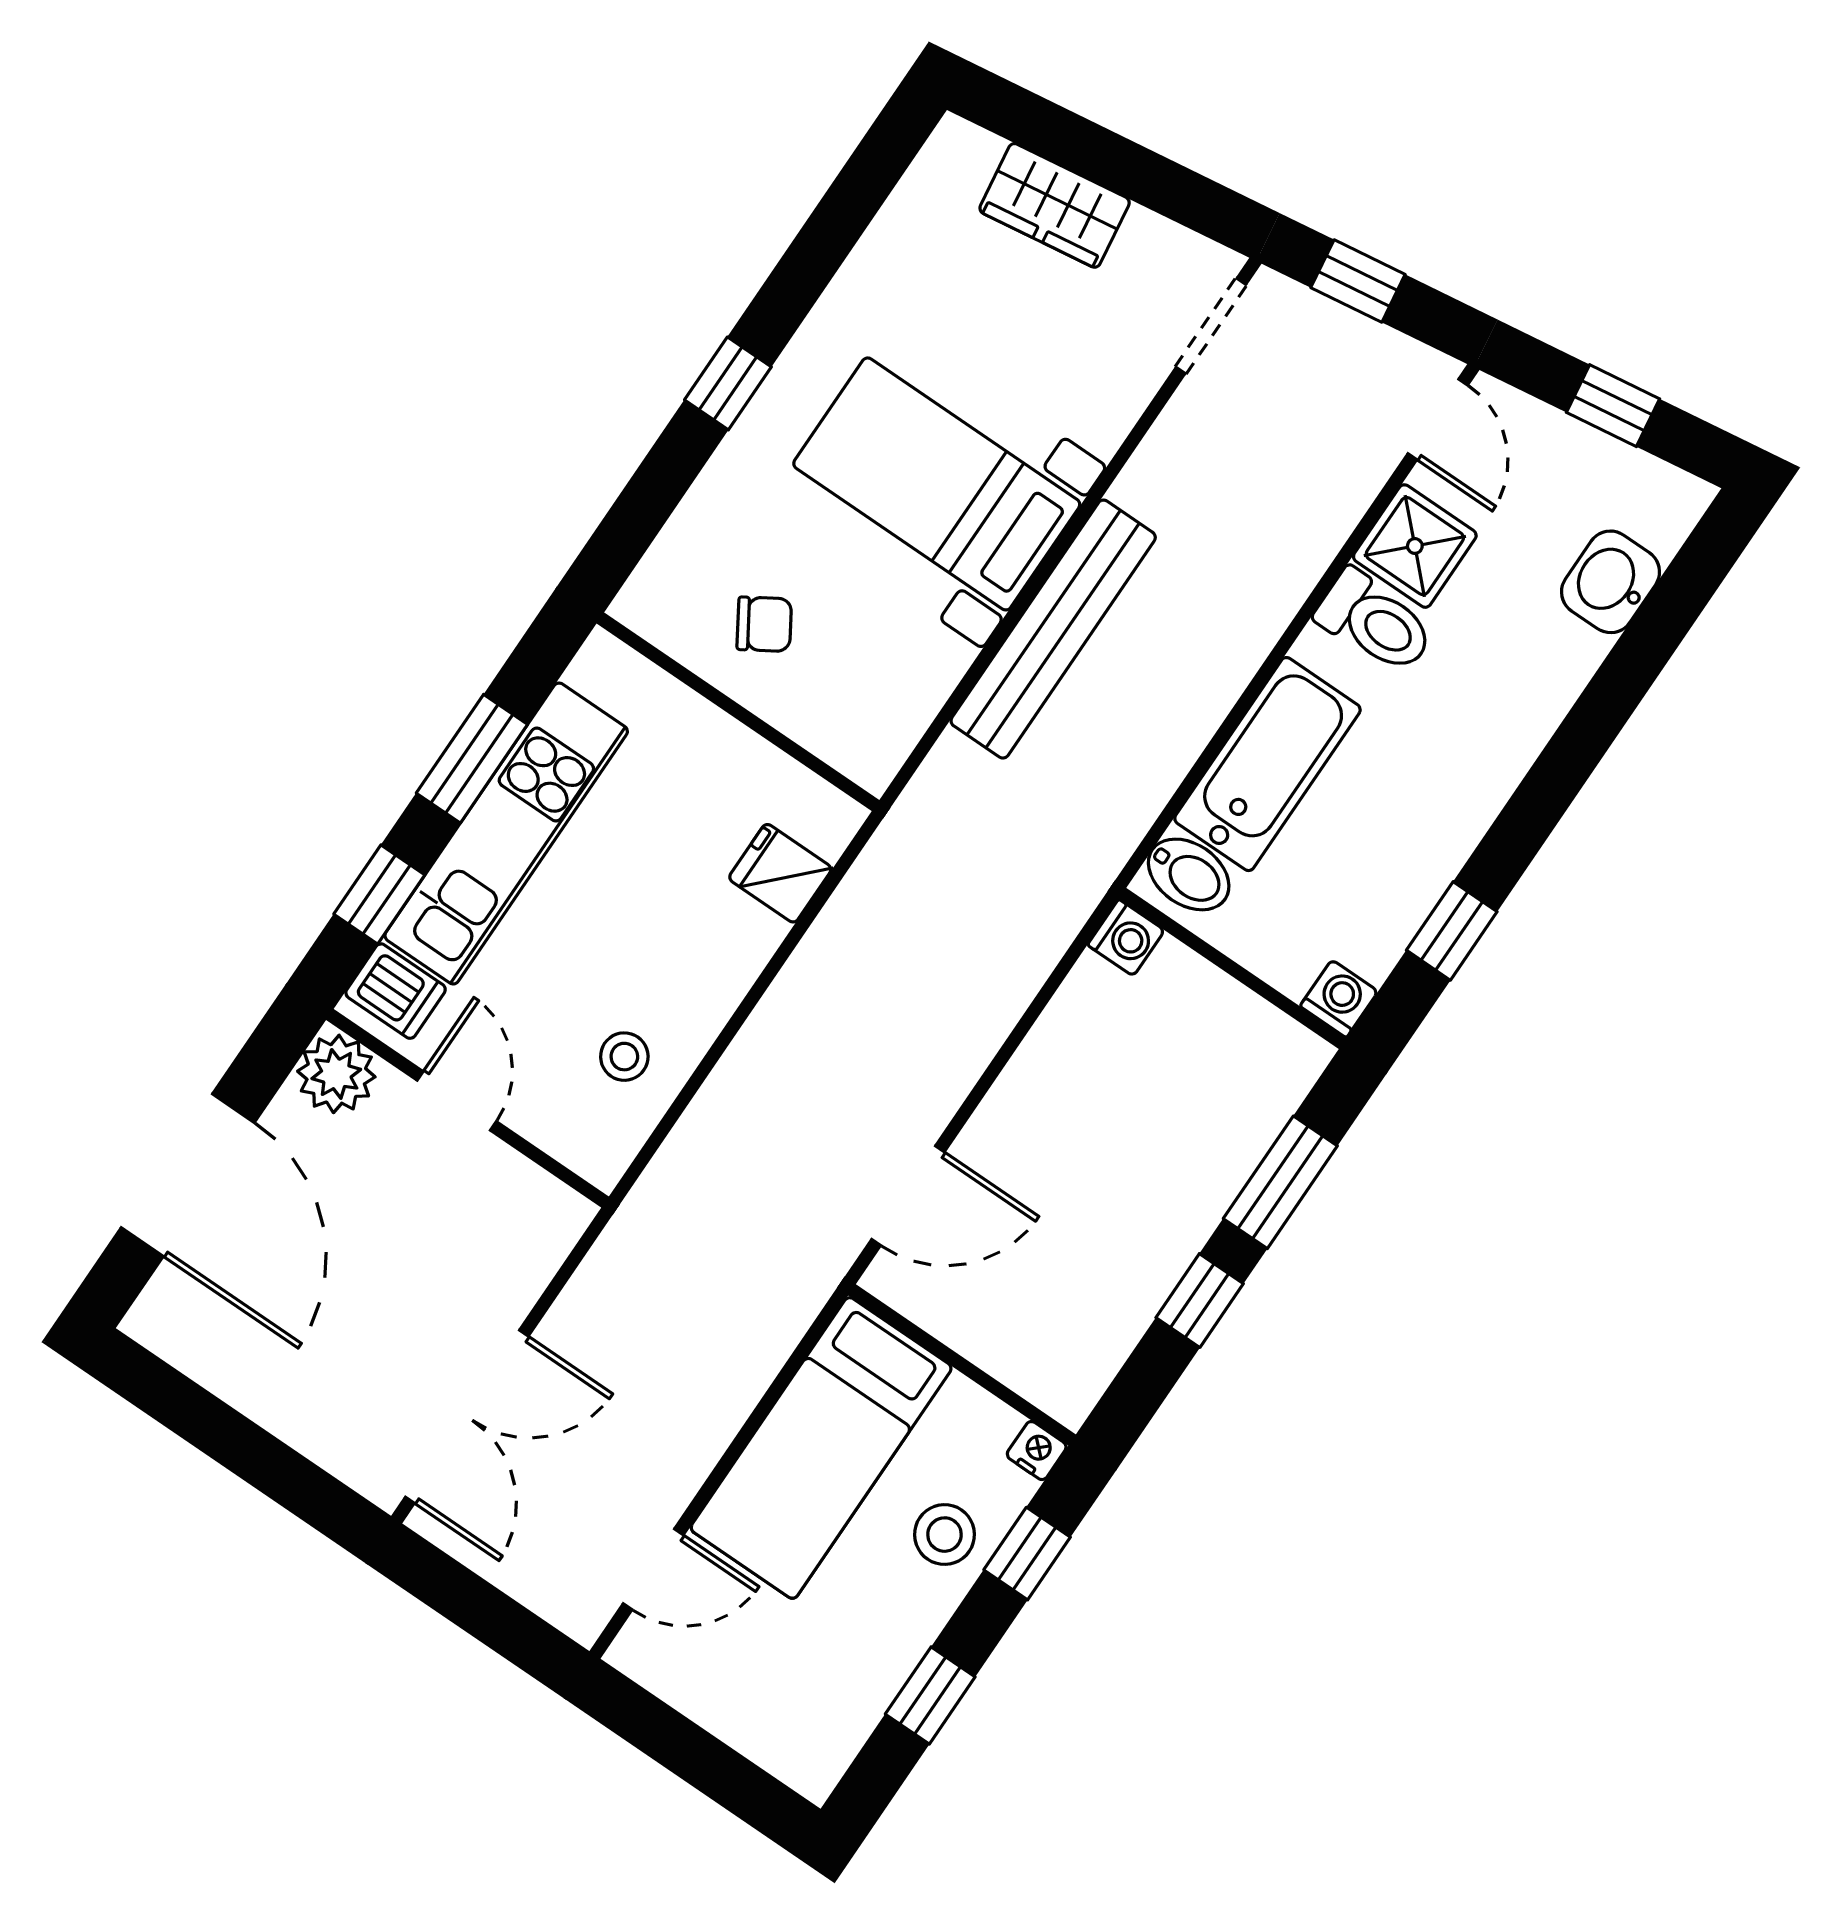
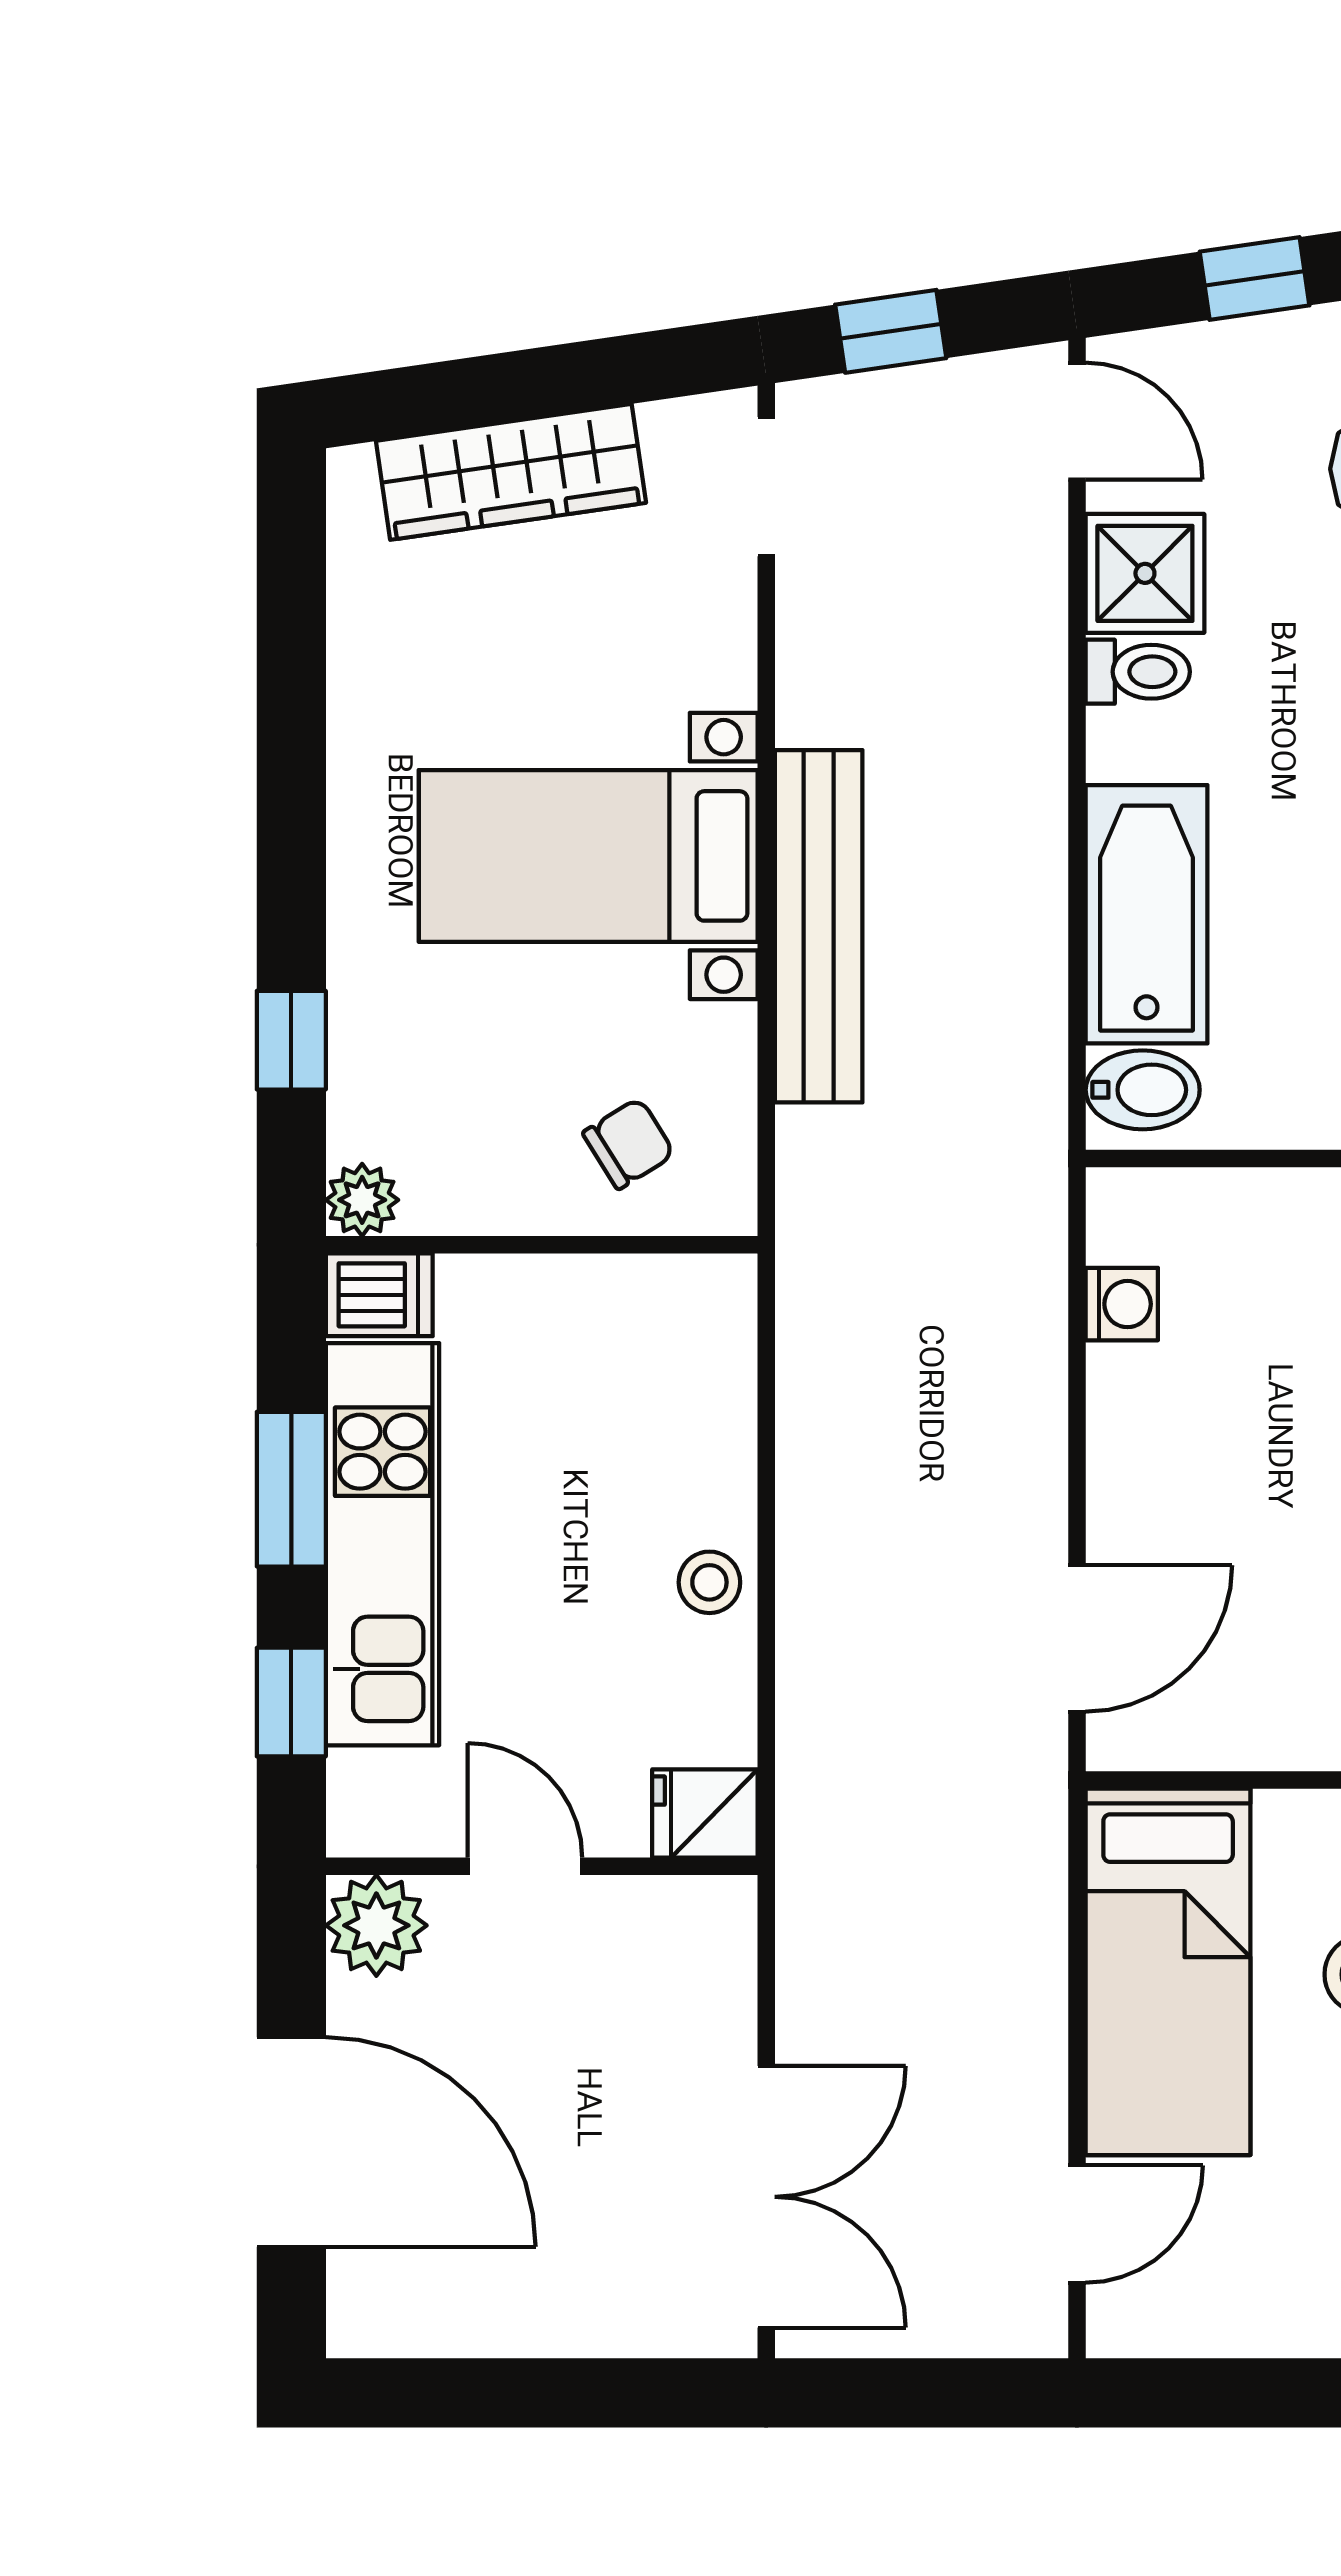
wardrobe: (1055, 205) -> (511, 472), width x1.50
window: (728, 383) -> (291, 1040), moved
plant: (643, 605) -> (362, 1200), added
toilet: (1375, 622) -> (1138, 672), width x0.73, depth x0.72
chair: (764, 624) -> (629, 1144), moved
fridge: (780, 873) -> (705, 1814), moved
washing machine: (1126, 938) -> (1122, 1304), moved
dishwasher: (396, 991) -> (379, 1295), moved
stool: (624, 1057) -> (709, 1582), moved

